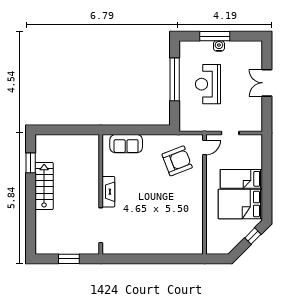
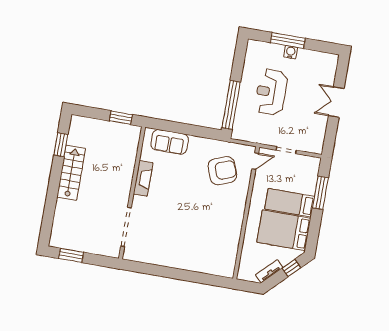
window: (175, 79) -> (231, 105), moved
window: (79, 130) -> (121, 118), added
window: (267, 165) -> (320, 193), added
fireplace: (108, 192) -> (143, 178), moved
tv unit: (234, 242) -> (269, 271), added
window: (69, 259) -> (71, 255), moved

